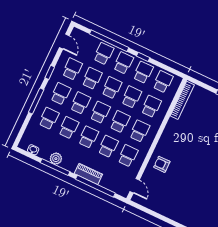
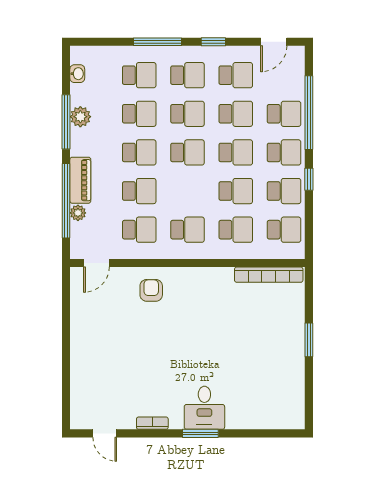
school desk: (120, 122) -> (187, 191), removed
plant: (104, 183) -> (78, 213), added

